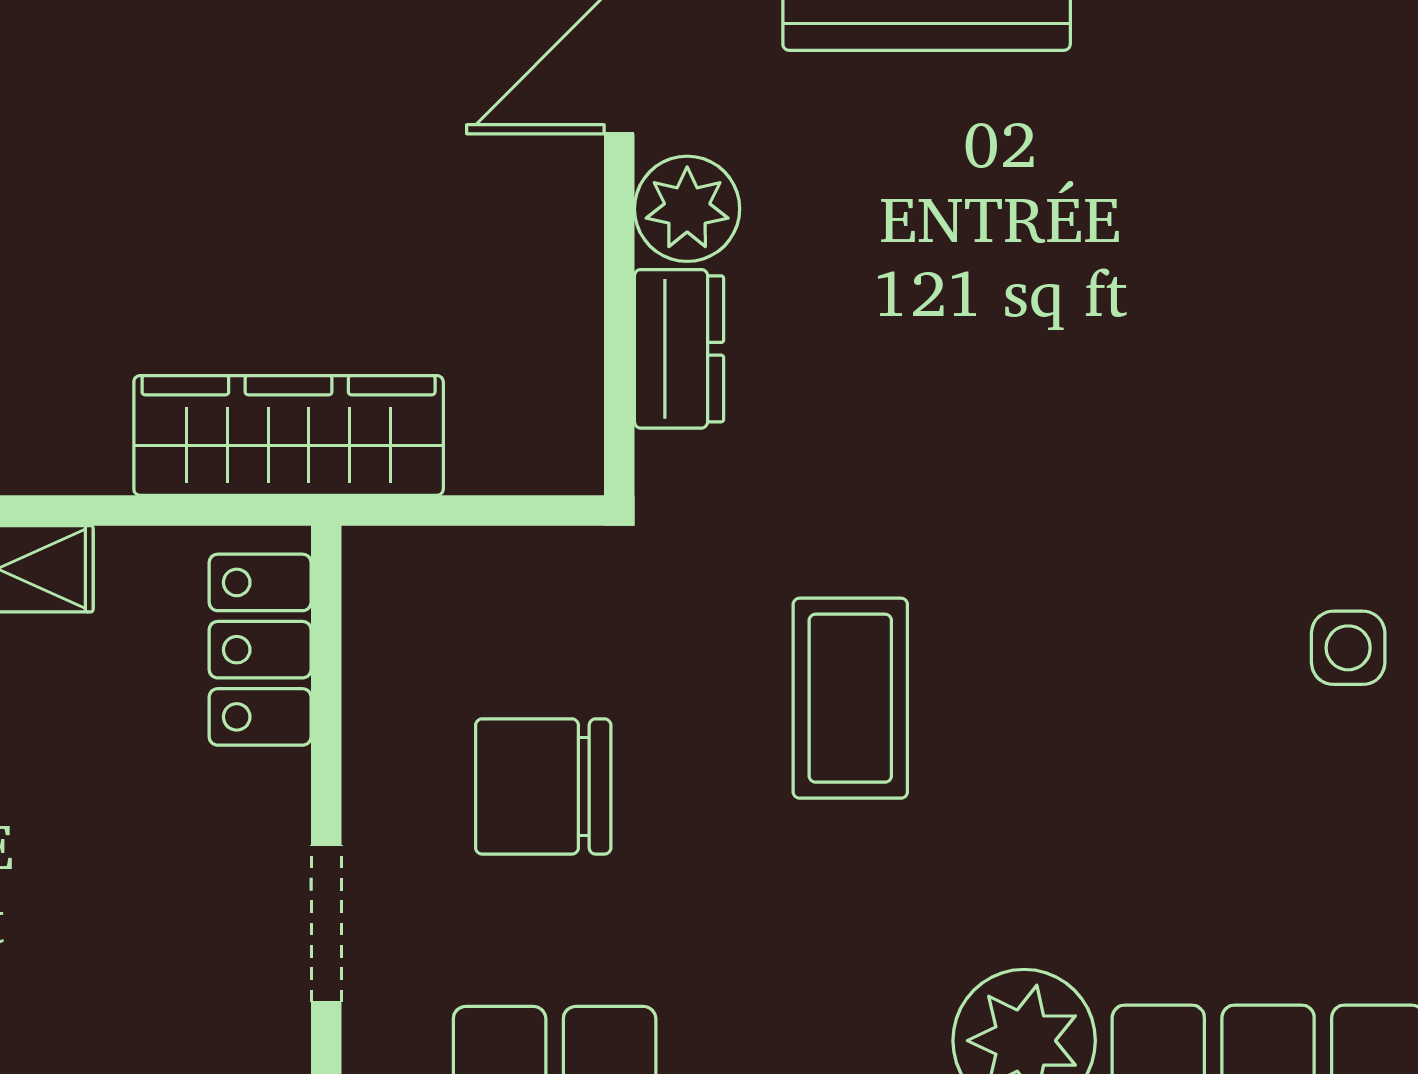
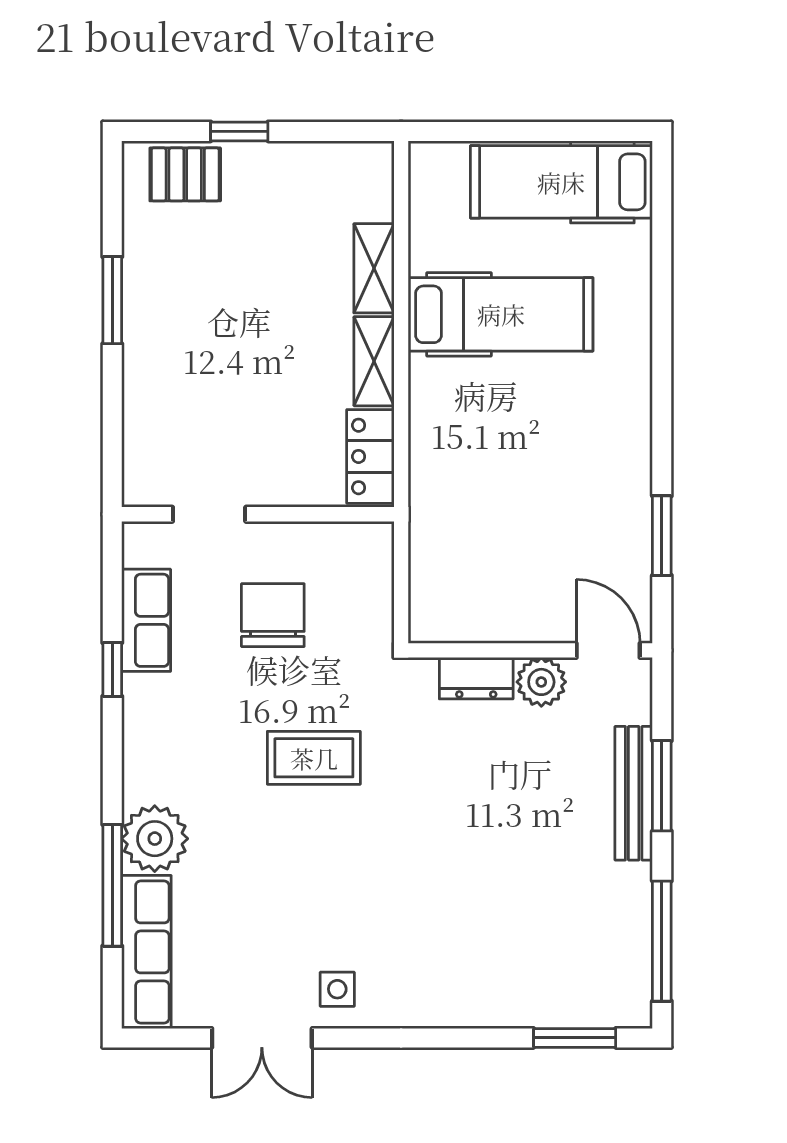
wardrobe: (289, 435) -> (436, 497), removed
locker: (260, 650) -> (370, 456), moved, turned -90

